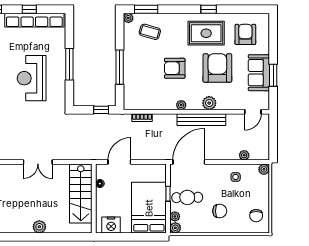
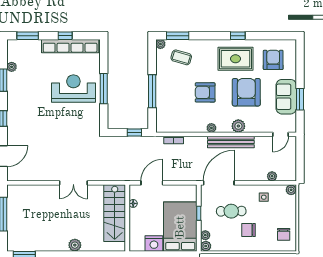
reception desk: (32, 78) -> (73, 88), moved, turned 90
cafe table: (187, 197) -> (231, 211), moved
chair: (220, 211) -> (248, 230), turned 180
nightstand: (111, 225) -> (154, 243), moved

